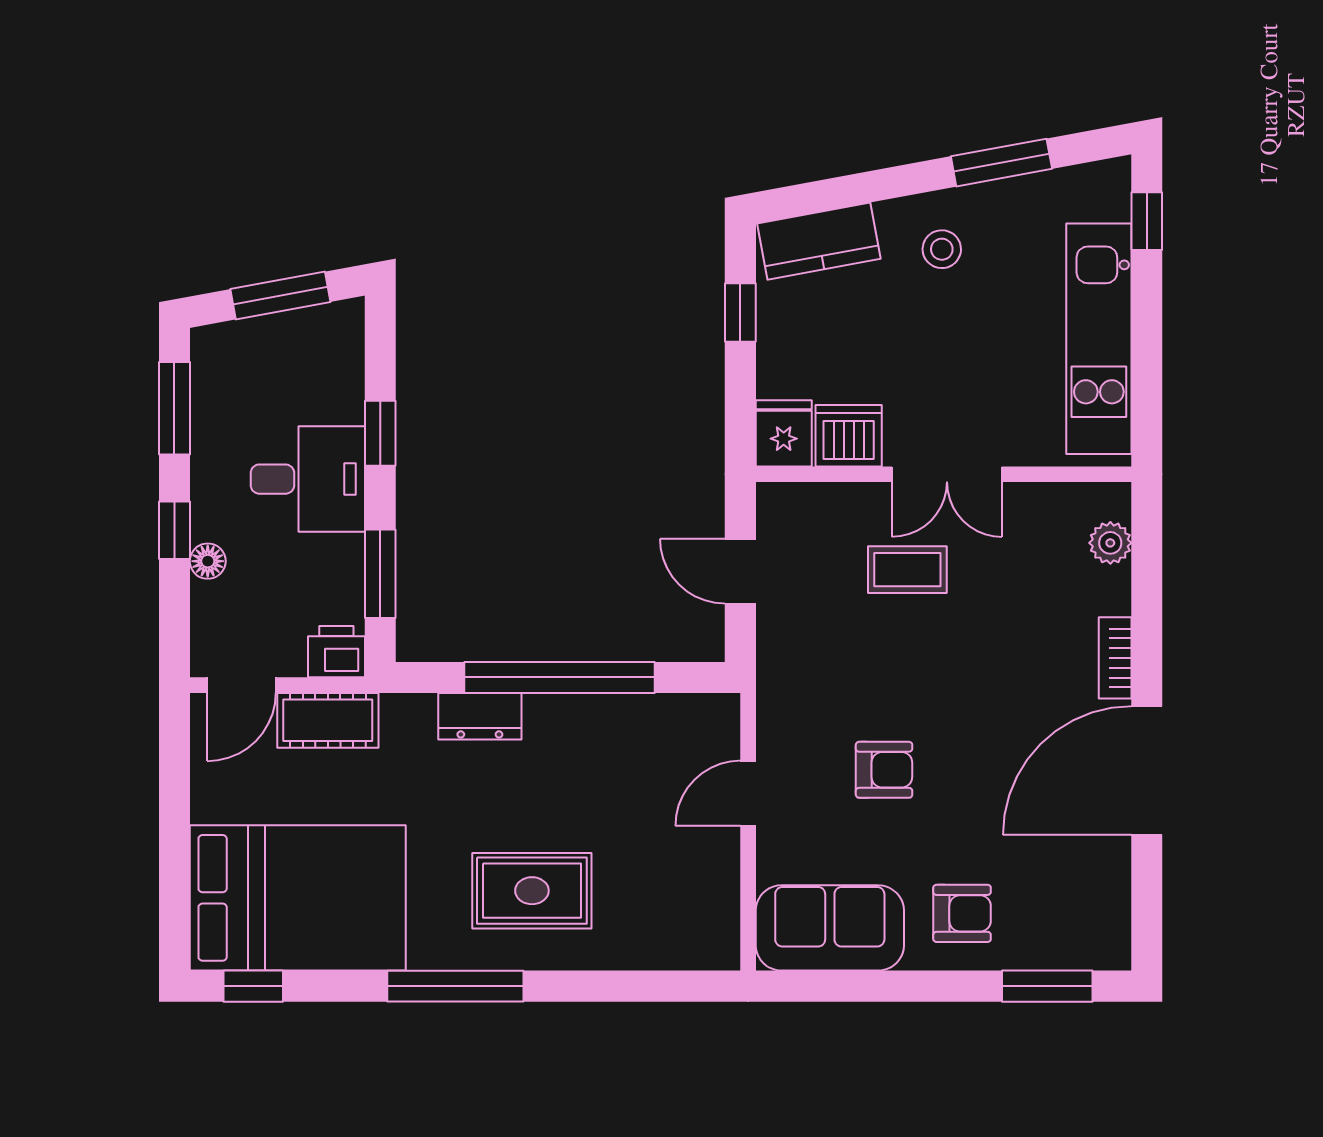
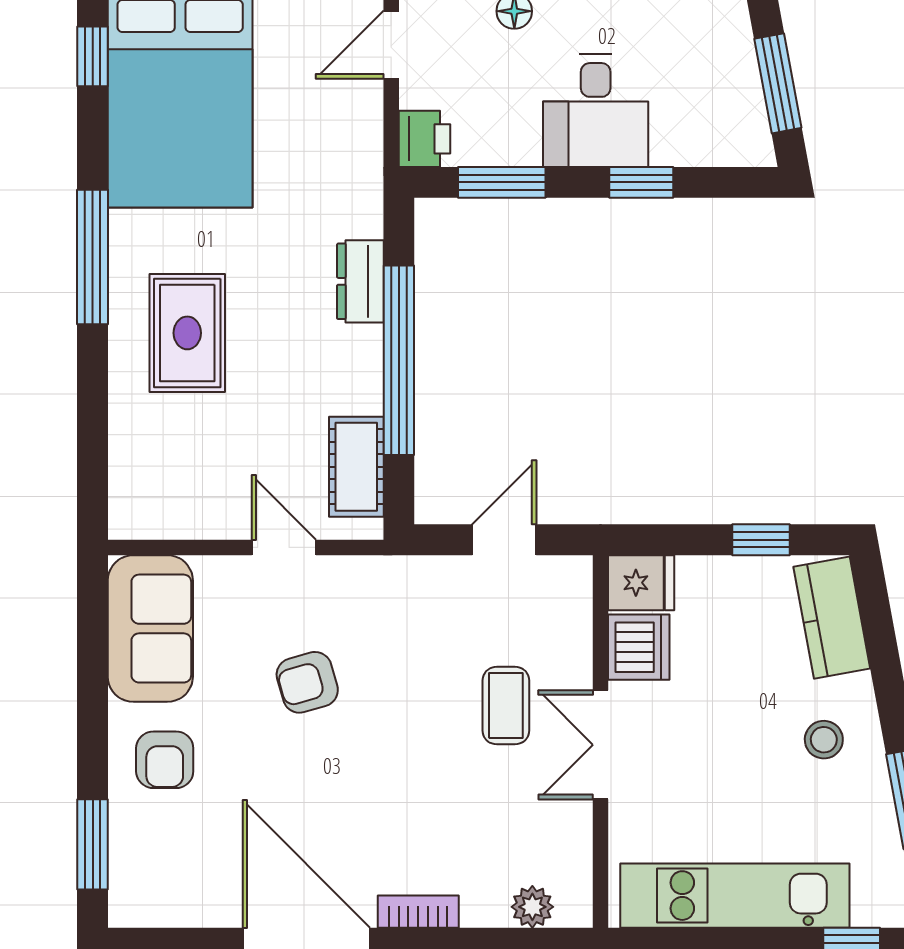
door: (241, 685) -> (391, 45), hinge flipped
cot: (328, 720) -> (356, 467), moved
armchair: (884, 770) -> (307, 682), turned 74

